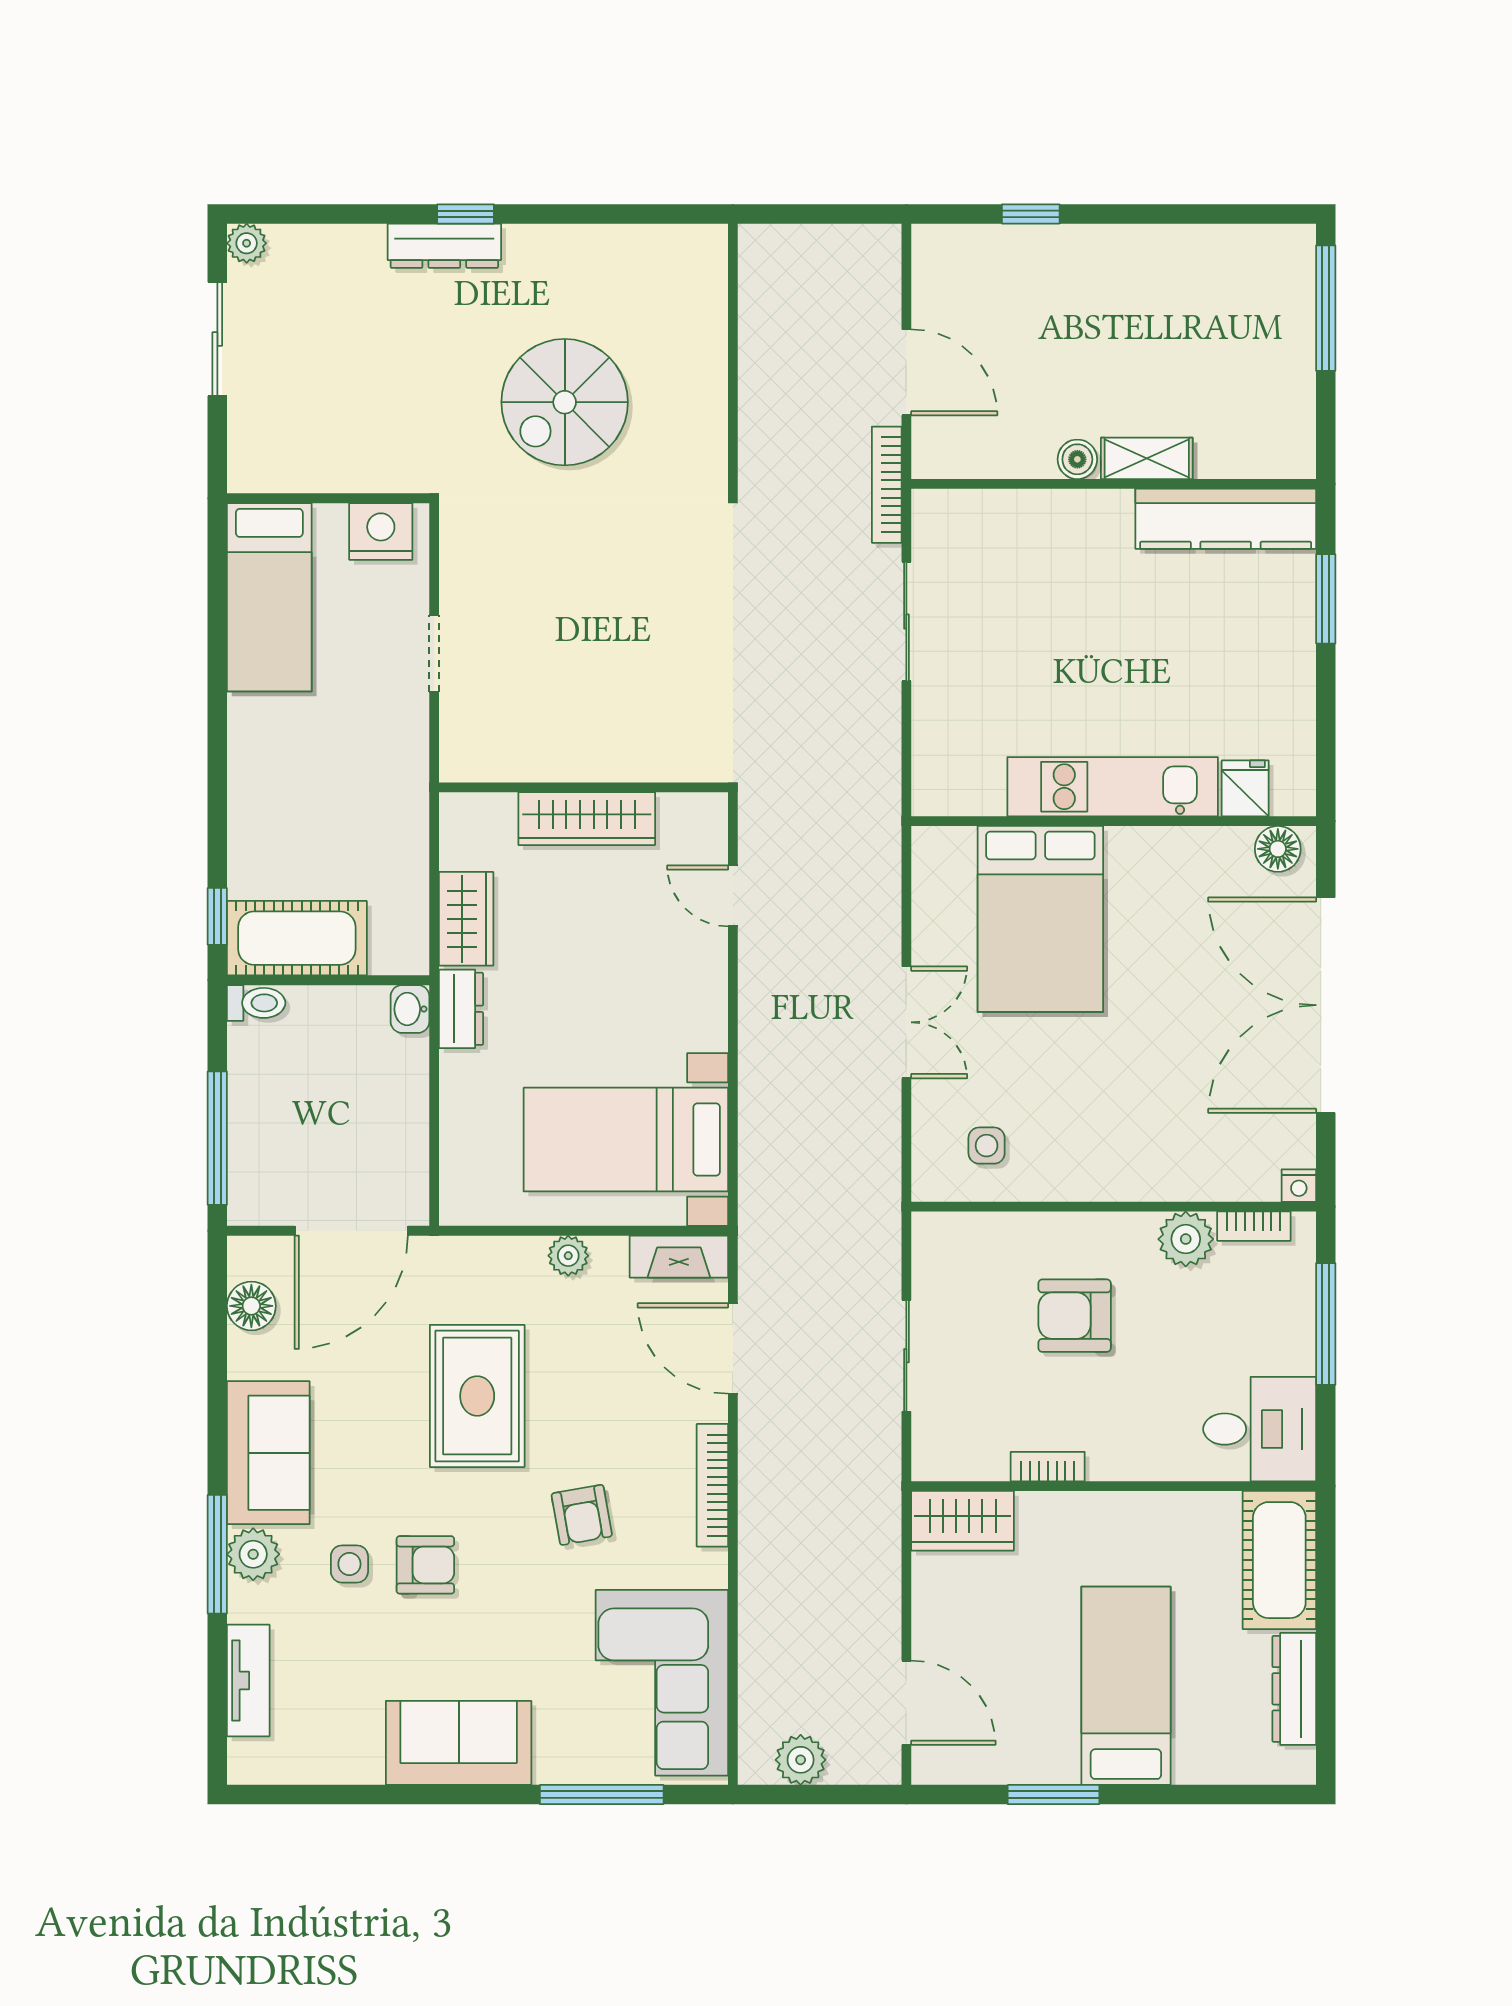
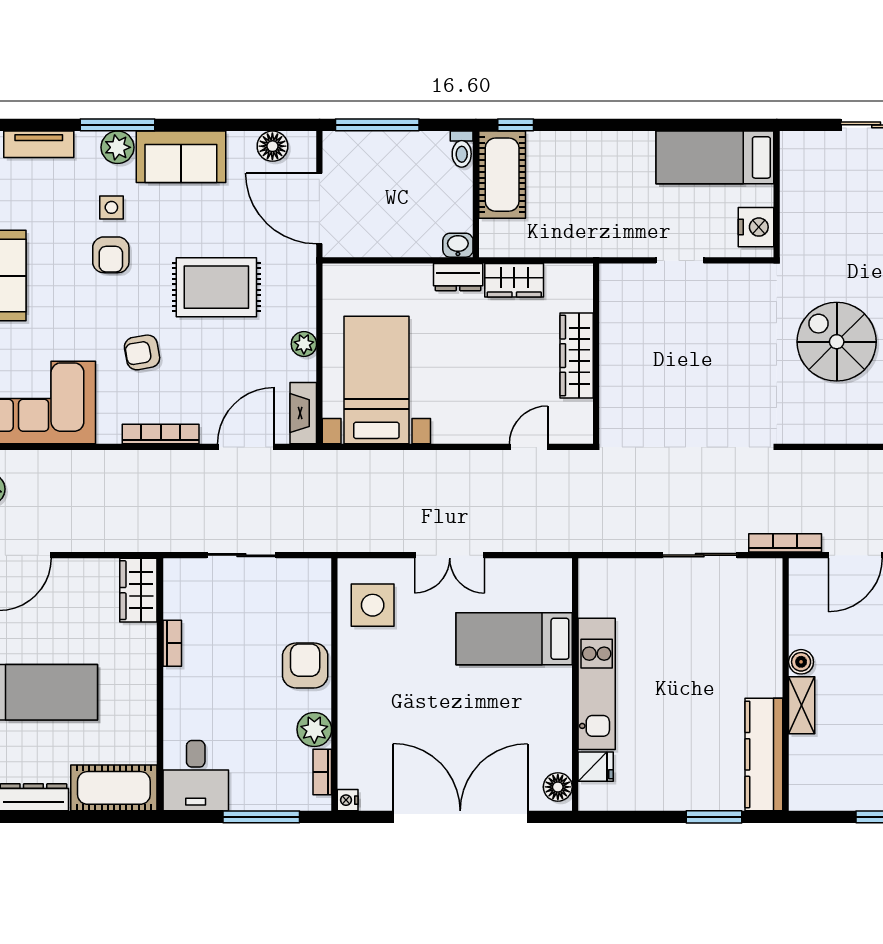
bed: (1040, 919) -> (514, 639), width x0.67
side table: (987, 1146) -> (373, 605), width x1.87, depth x1.87
armchair: (1075, 1316) -> (305, 666), moved

